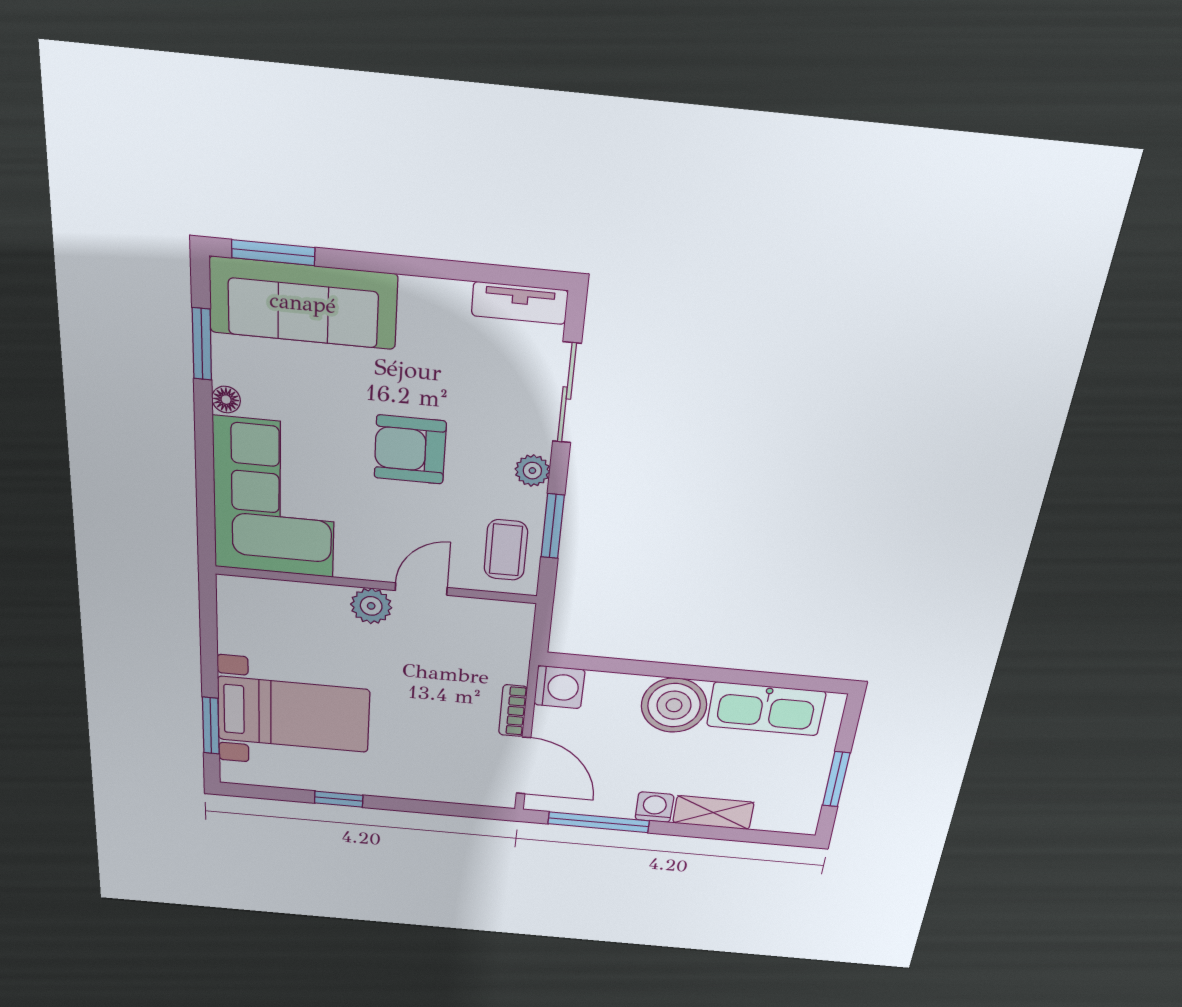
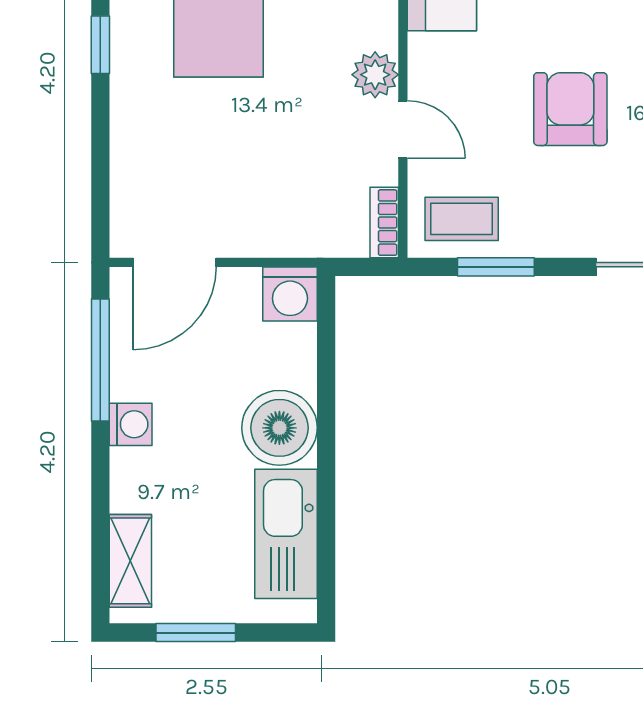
plant: (532, 471) -> (559, 239), removed
bookcase: (513, 711) -> (384, 223), moved, turned -90
shelving: (713, 813) -> (130, 561), moved

